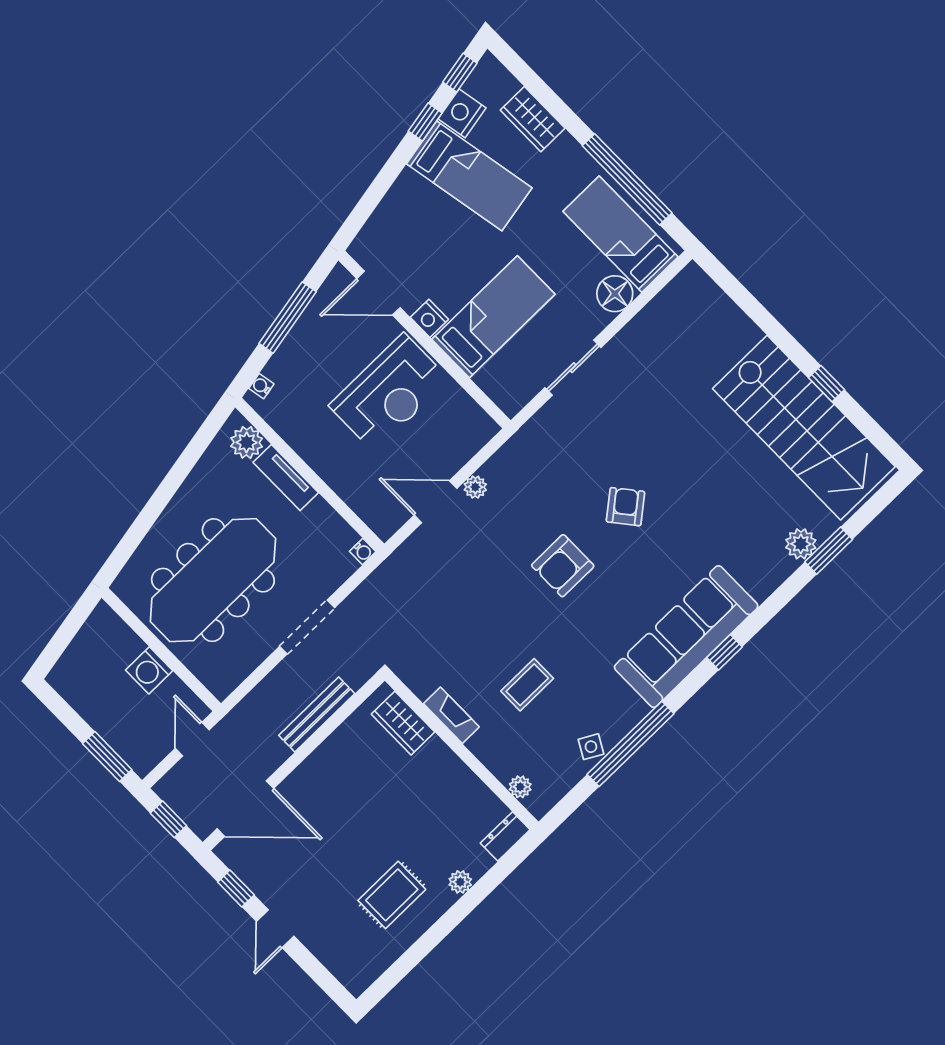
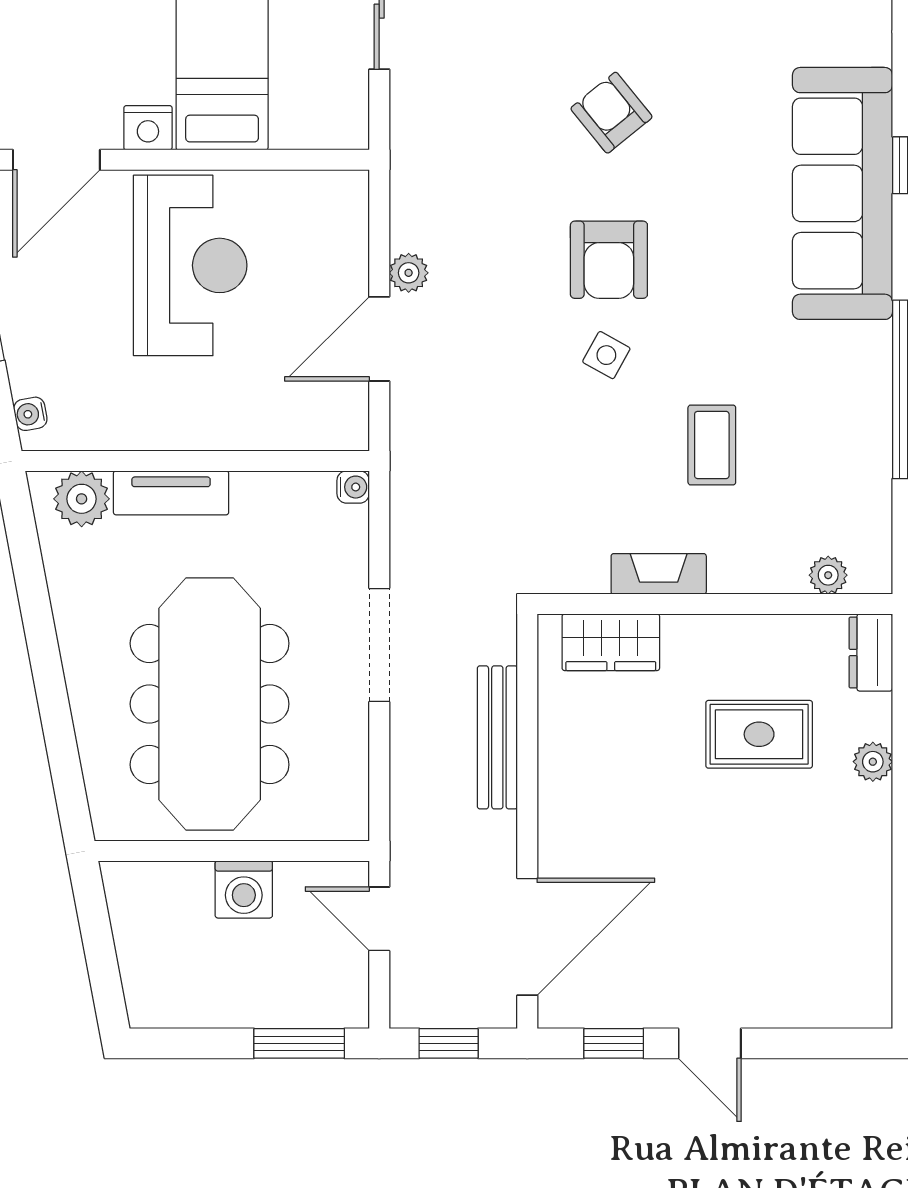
side table: (591, 747) -> (606, 355), moved
rug: (392, 895) -> (759, 734), moved, turned 90

